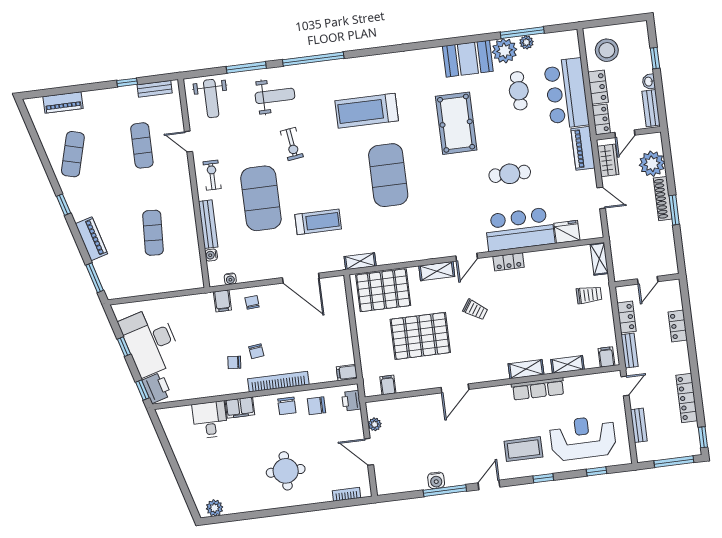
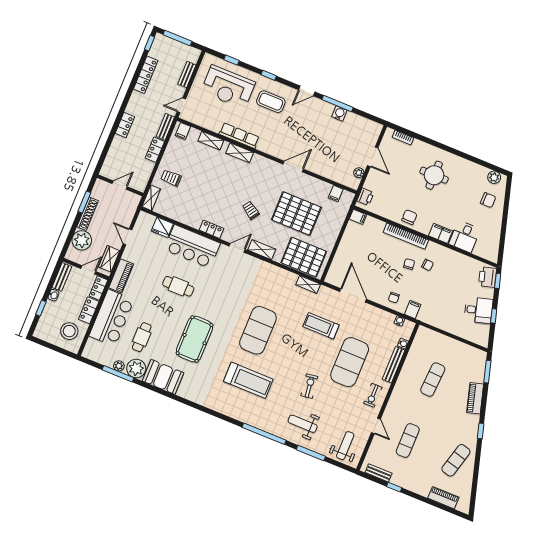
wall: (647, 280) -> (120, 185), moved
door: (648, 280) -> (120, 185), moved
desk: (150, 341) -> (478, 310), width x0.53, depth x0.77
chair: (317, 406) -> (488, 200), moved

